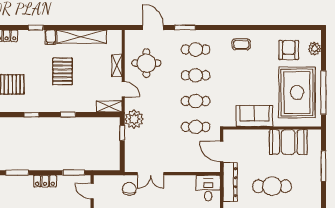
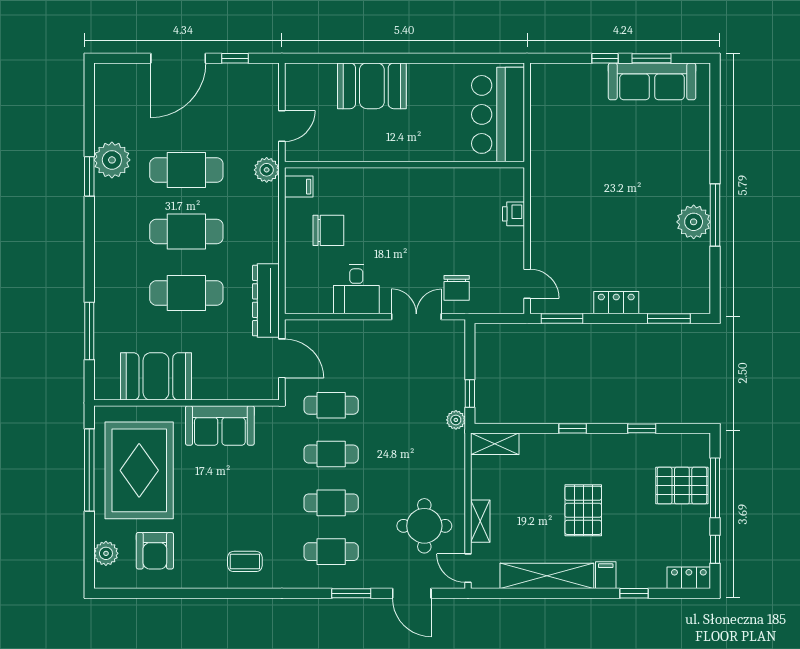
door: (123, 89) -> (468, 568), moved
plant: (134, 119) -> (456, 420), width x0.53, depth x0.53
desk: (208, 188) -> (356, 289), moved

